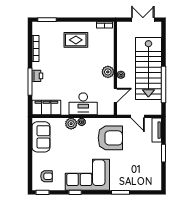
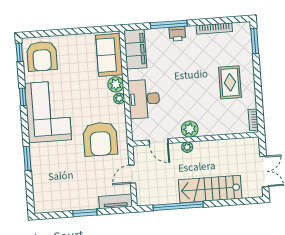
stairs: (148, 68) -> (210, 189), width x0.73, depth x0.66
sofa: (41, 137) -> (109, 55), moved, turned 90
armchair: (46, 176) -> (42, 56), width x1.88, depth x1.88

